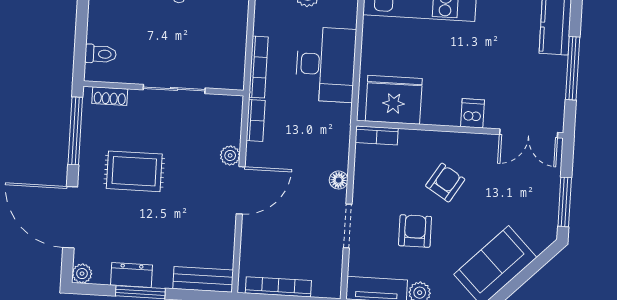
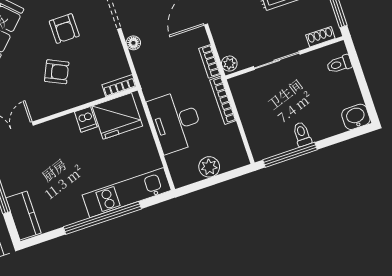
dishwasher: (473, 113) -> (86, 119), moved
plant: (230, 155) -> (229, 64), moved
armchair: (445, 183) -> (57, 72), turned -97

